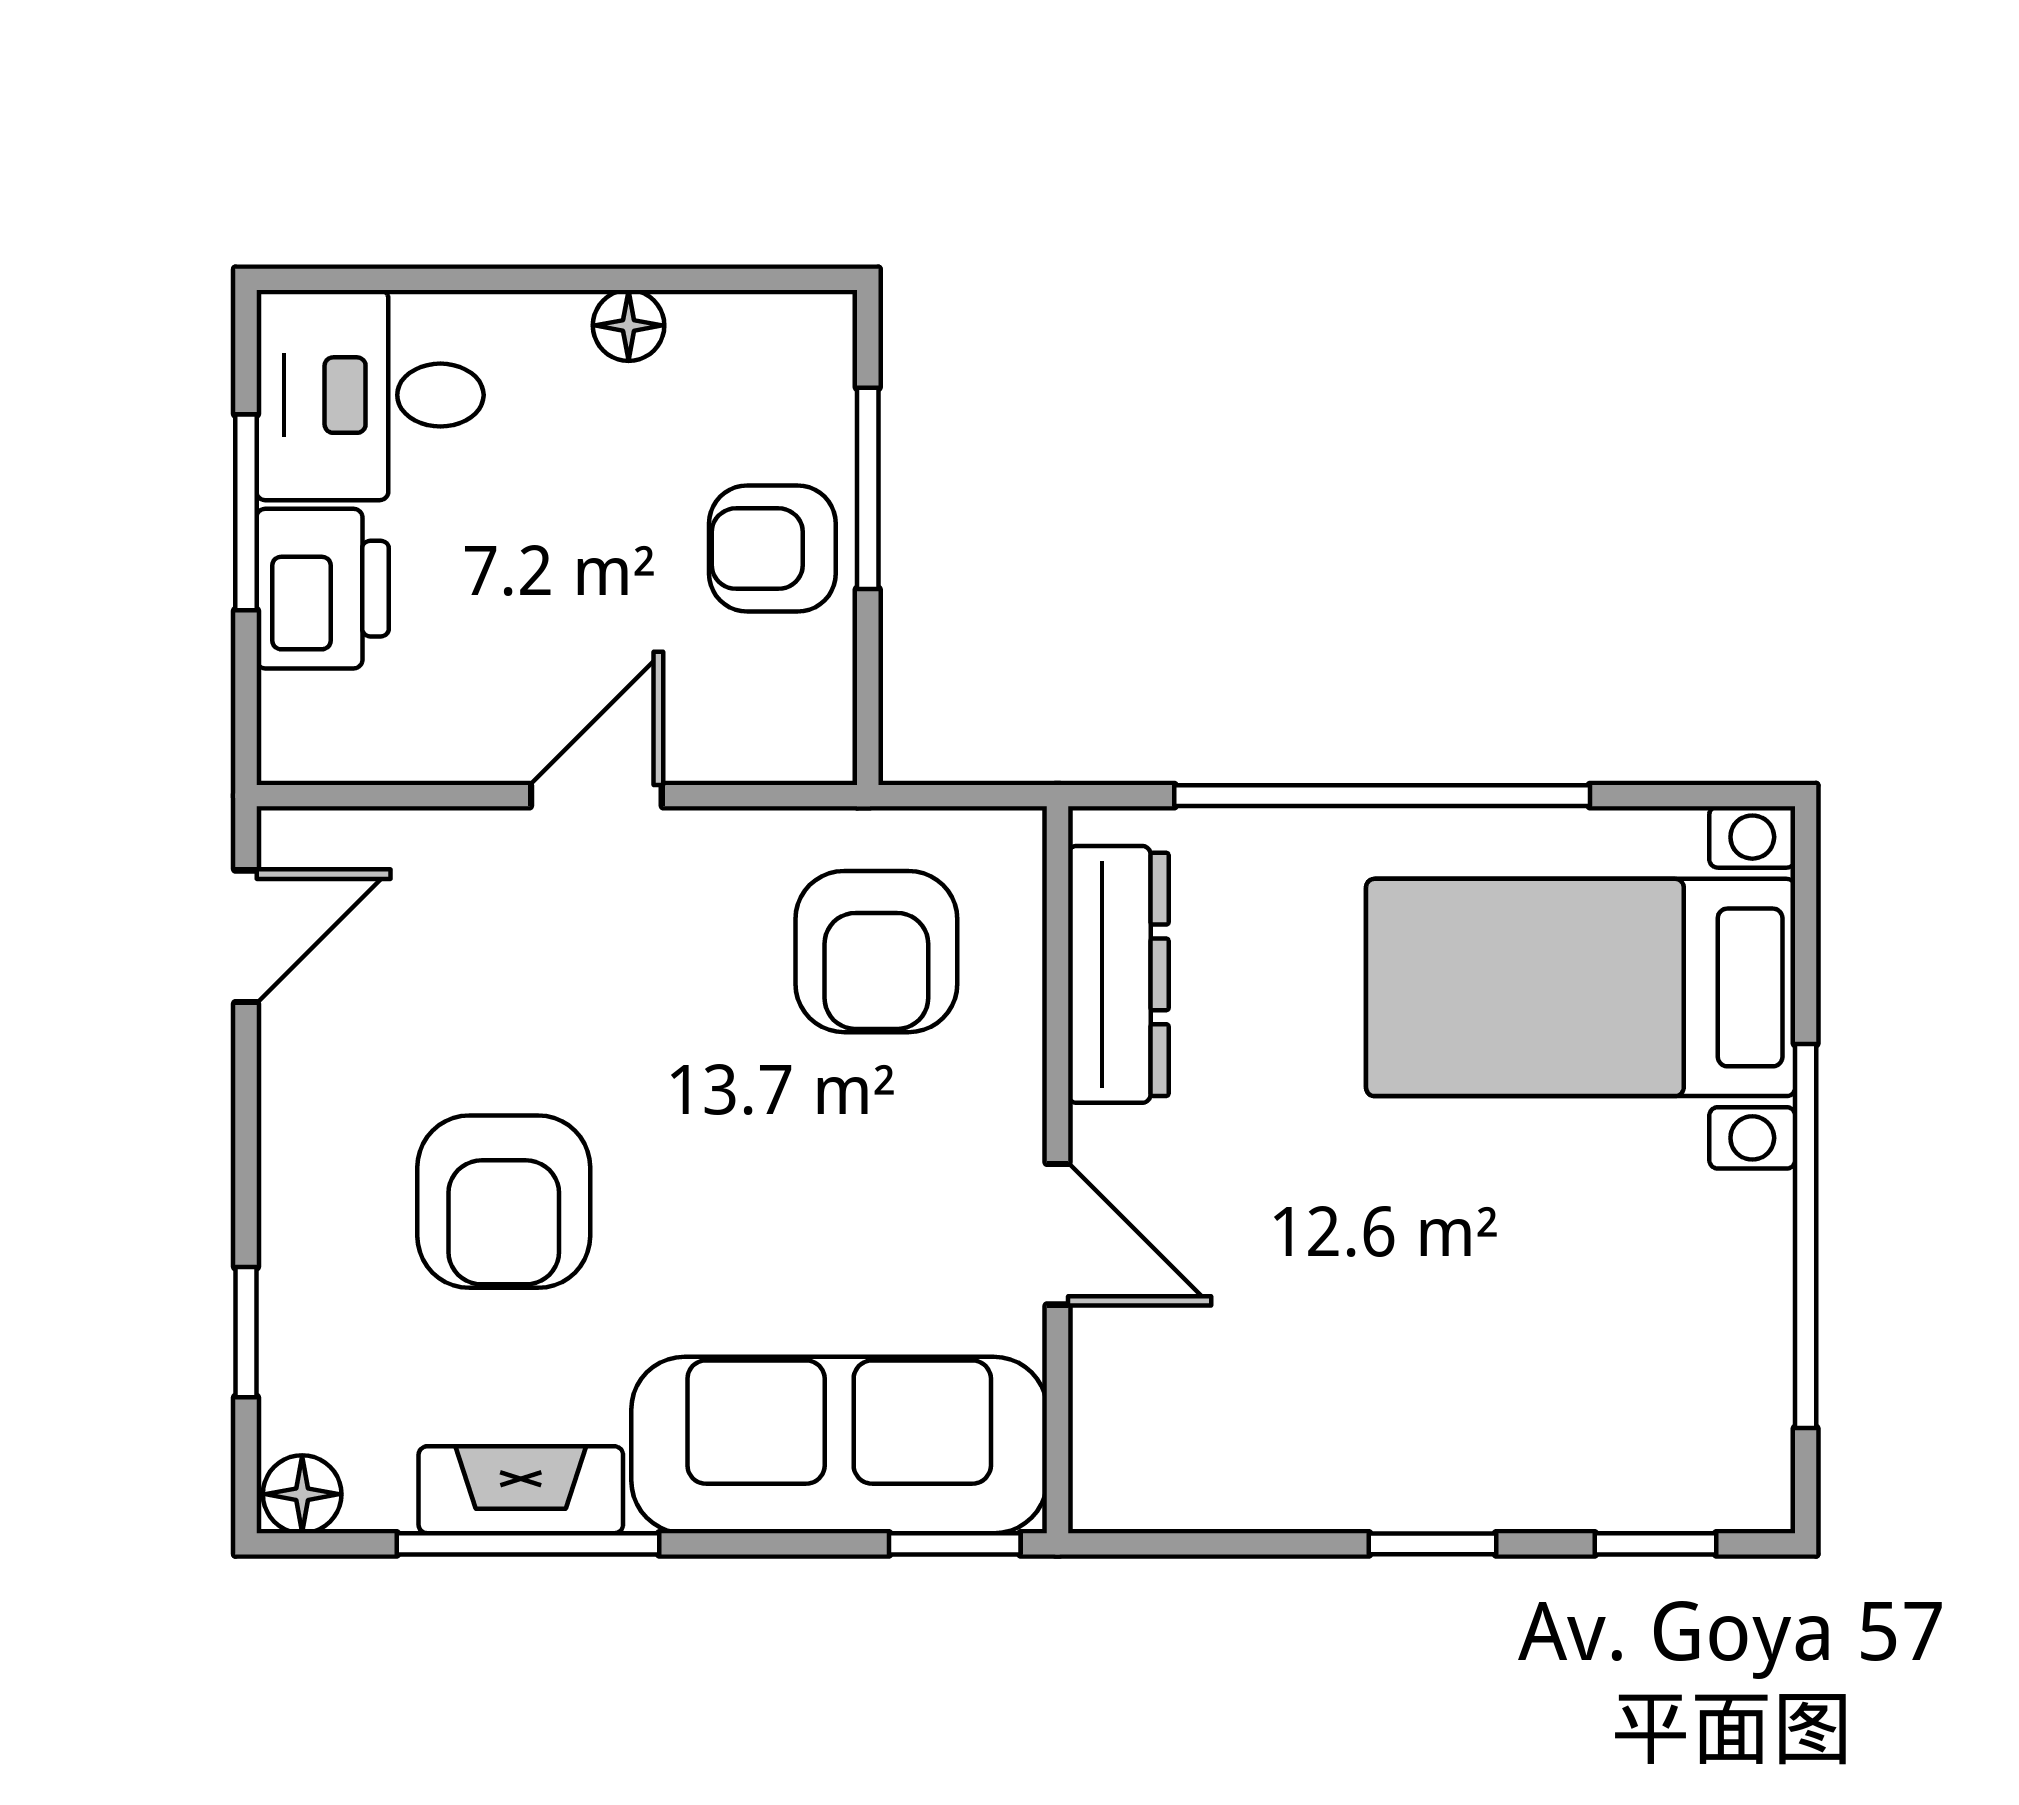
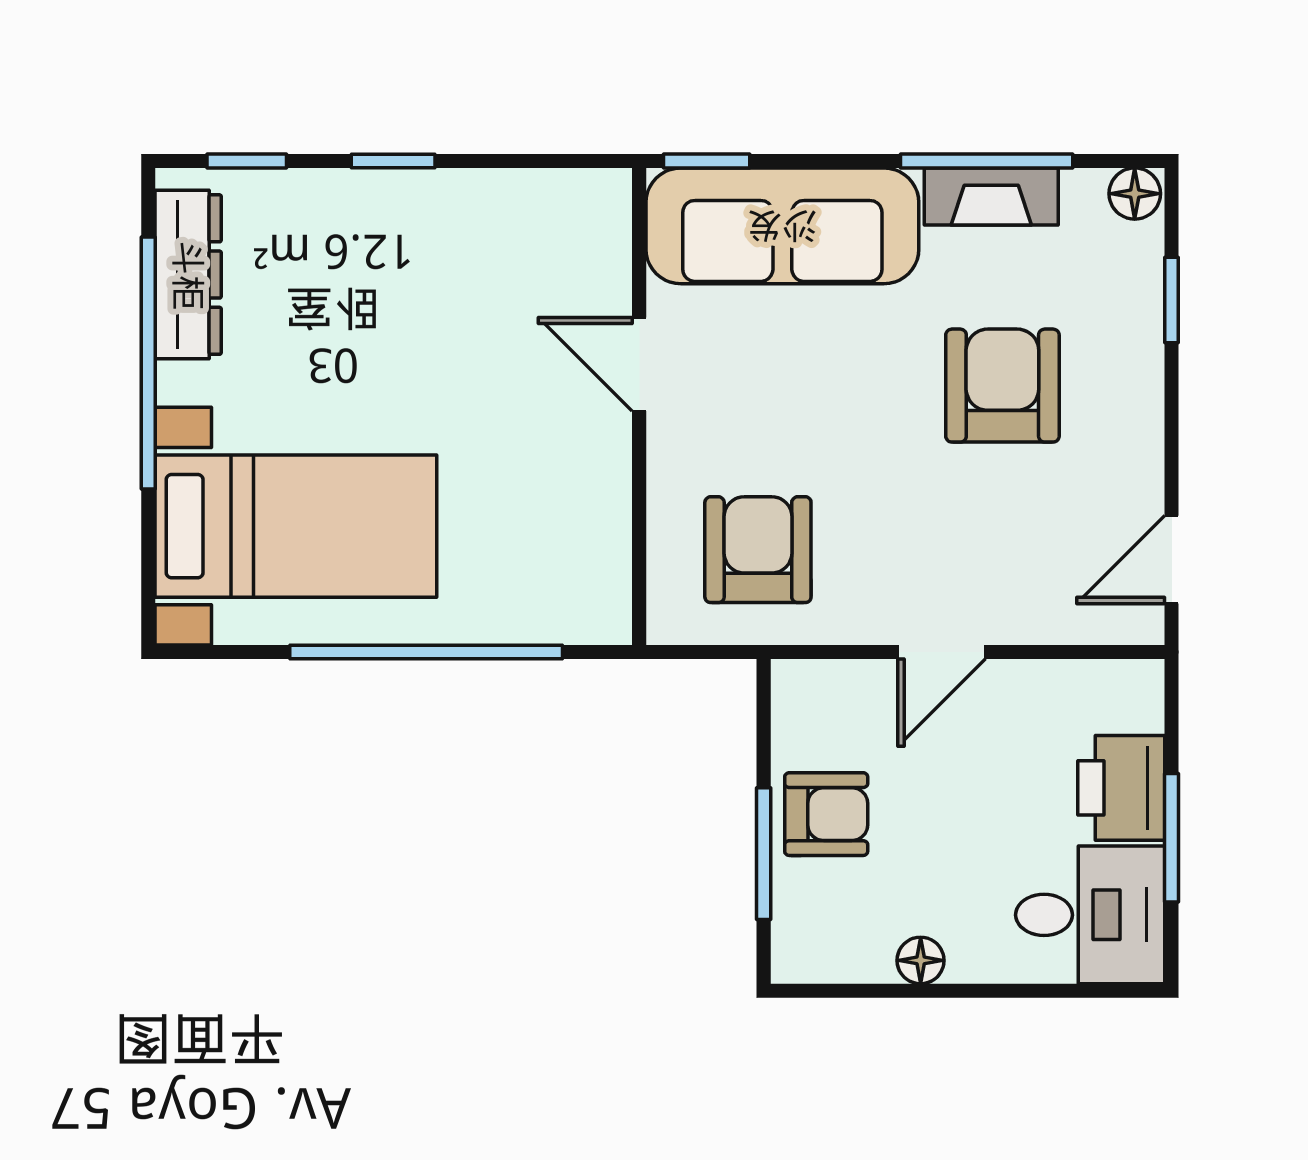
dresser: (1118, 974) -> (188, 275), moved, turned 180

